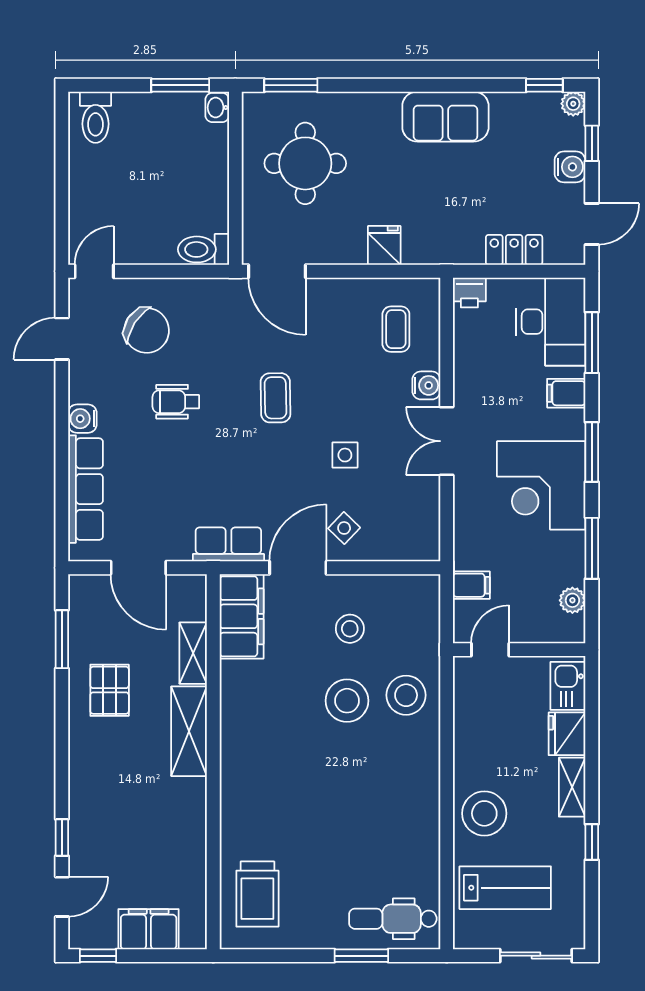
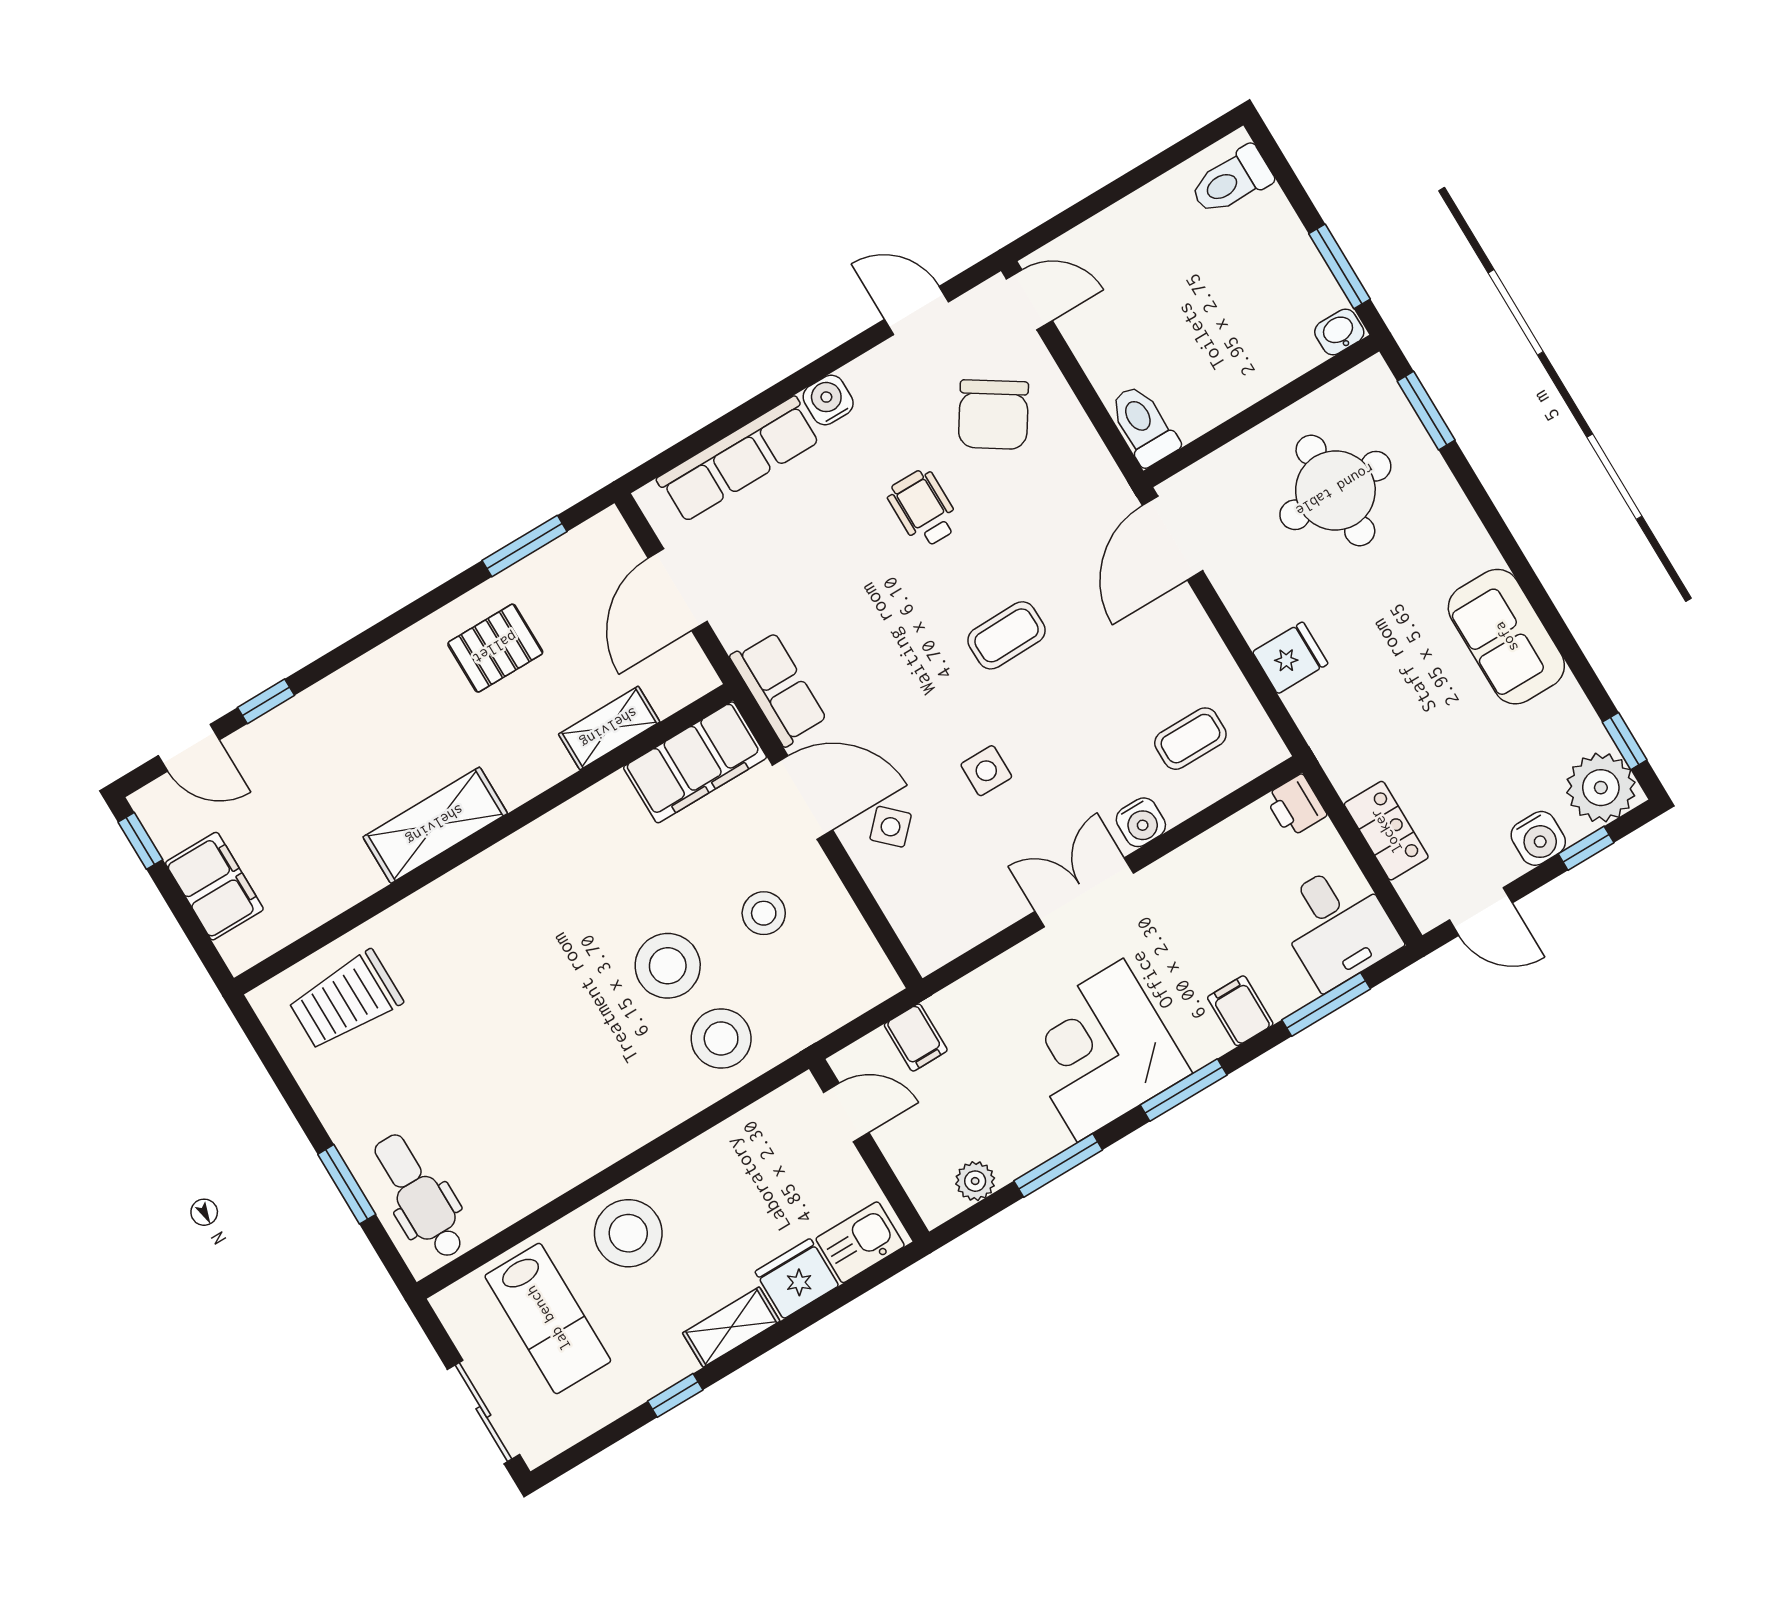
plant: (573, 104) -> (1601, 788), width x1.88, depth x1.88
desk: (551, 322) -> (1337, 925), width x0.73
shelving: (189, 731) -> (435, 825), moved

